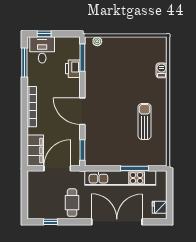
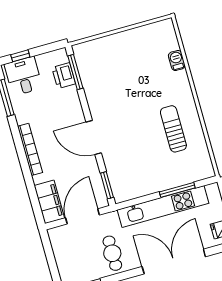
plant: (97, 41) -> (88, 47), removed
printer: (73, 69) -> (64, 76), moved

